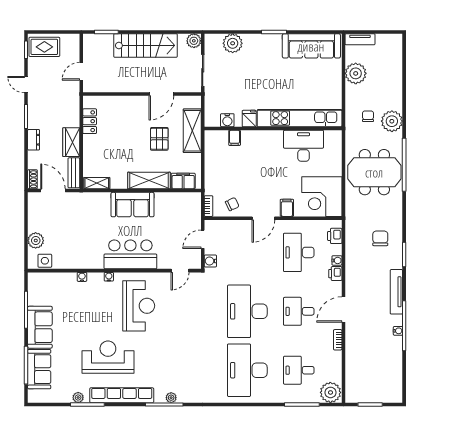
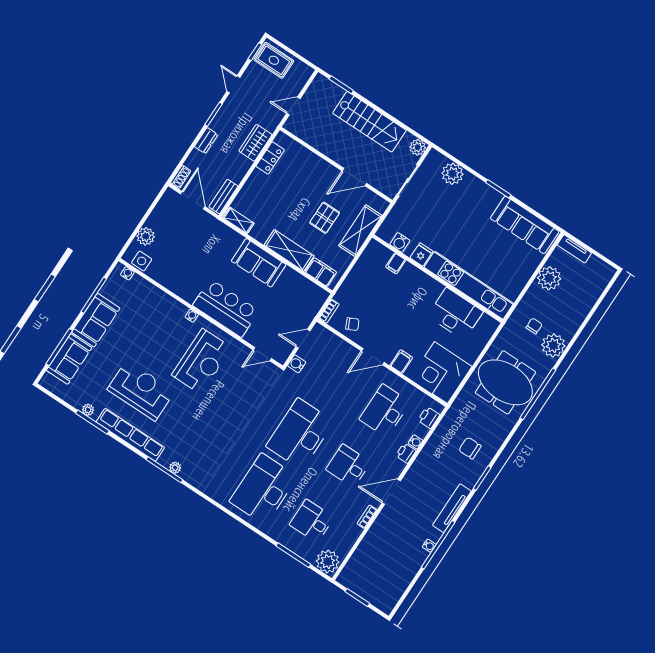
wardrobe: (71, 142) -> (255, 143), moved
chair: (380, 238) -> (470, 448), turned -90
water cooler: (82, 277) -> (127, 273), moved

